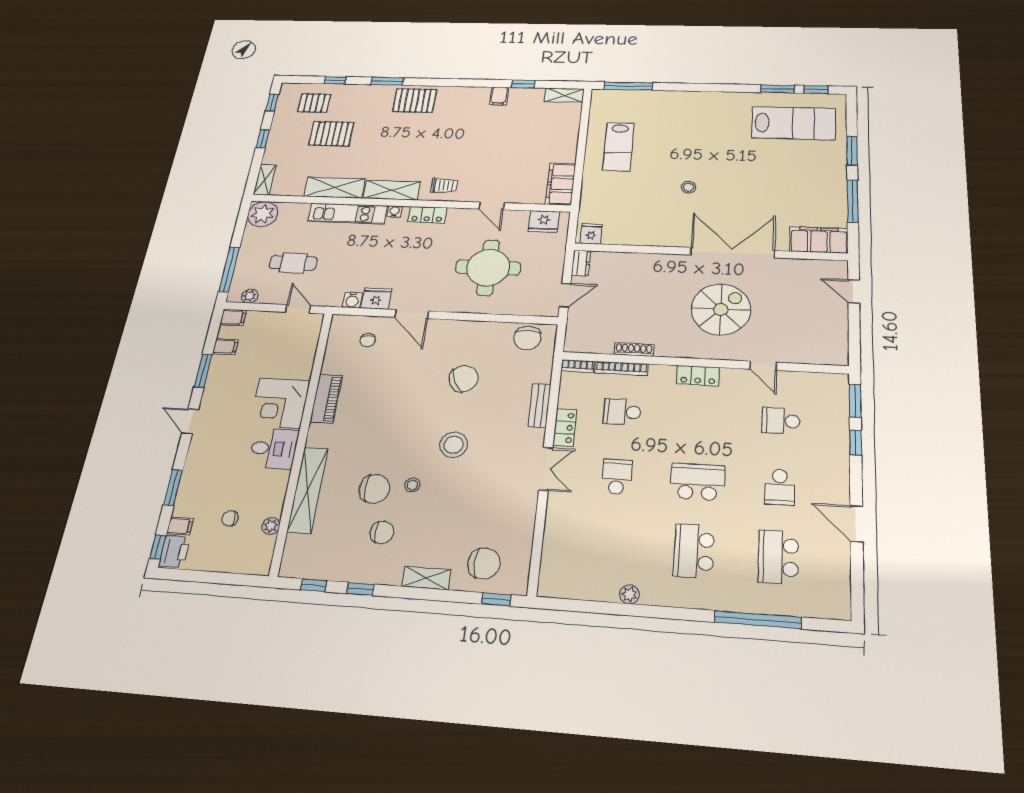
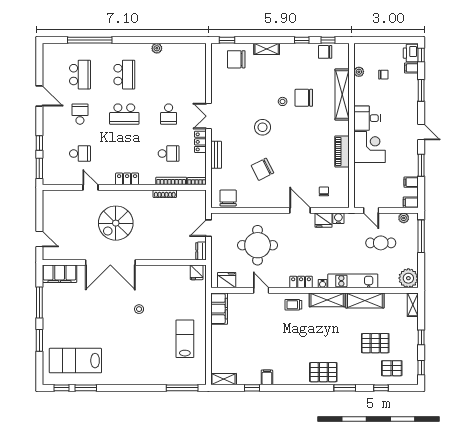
chair: (382, 532) -> (325, 52), moved

